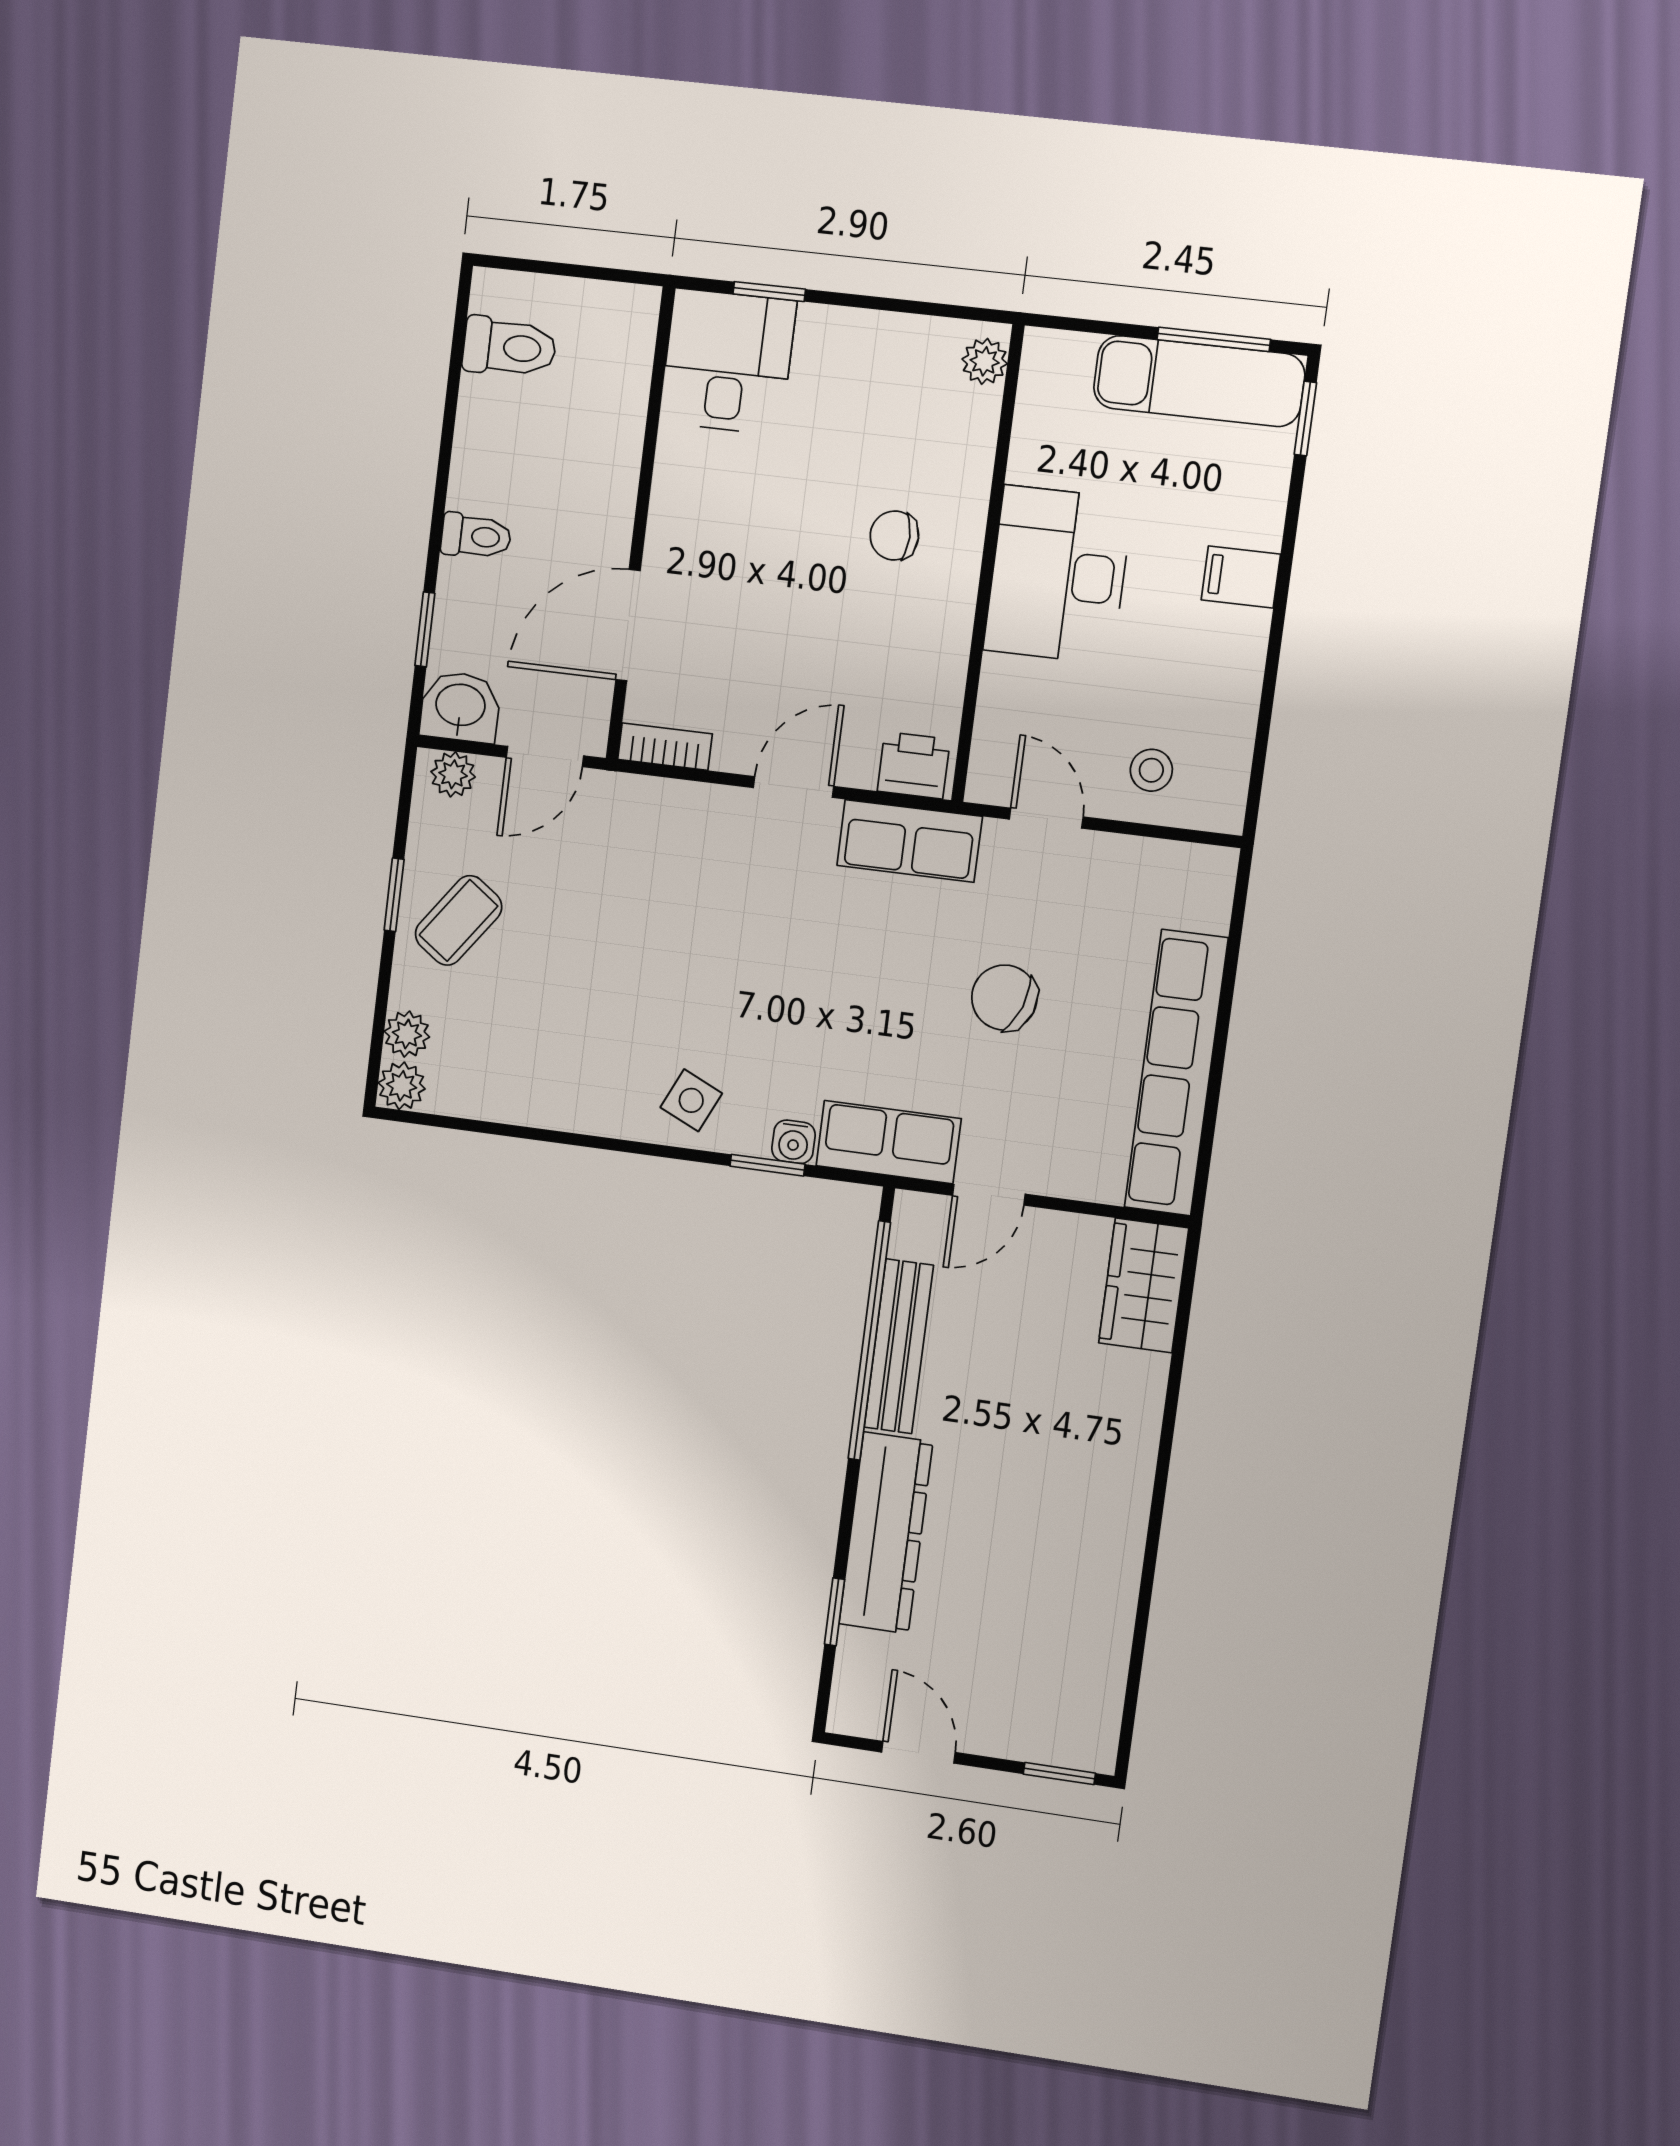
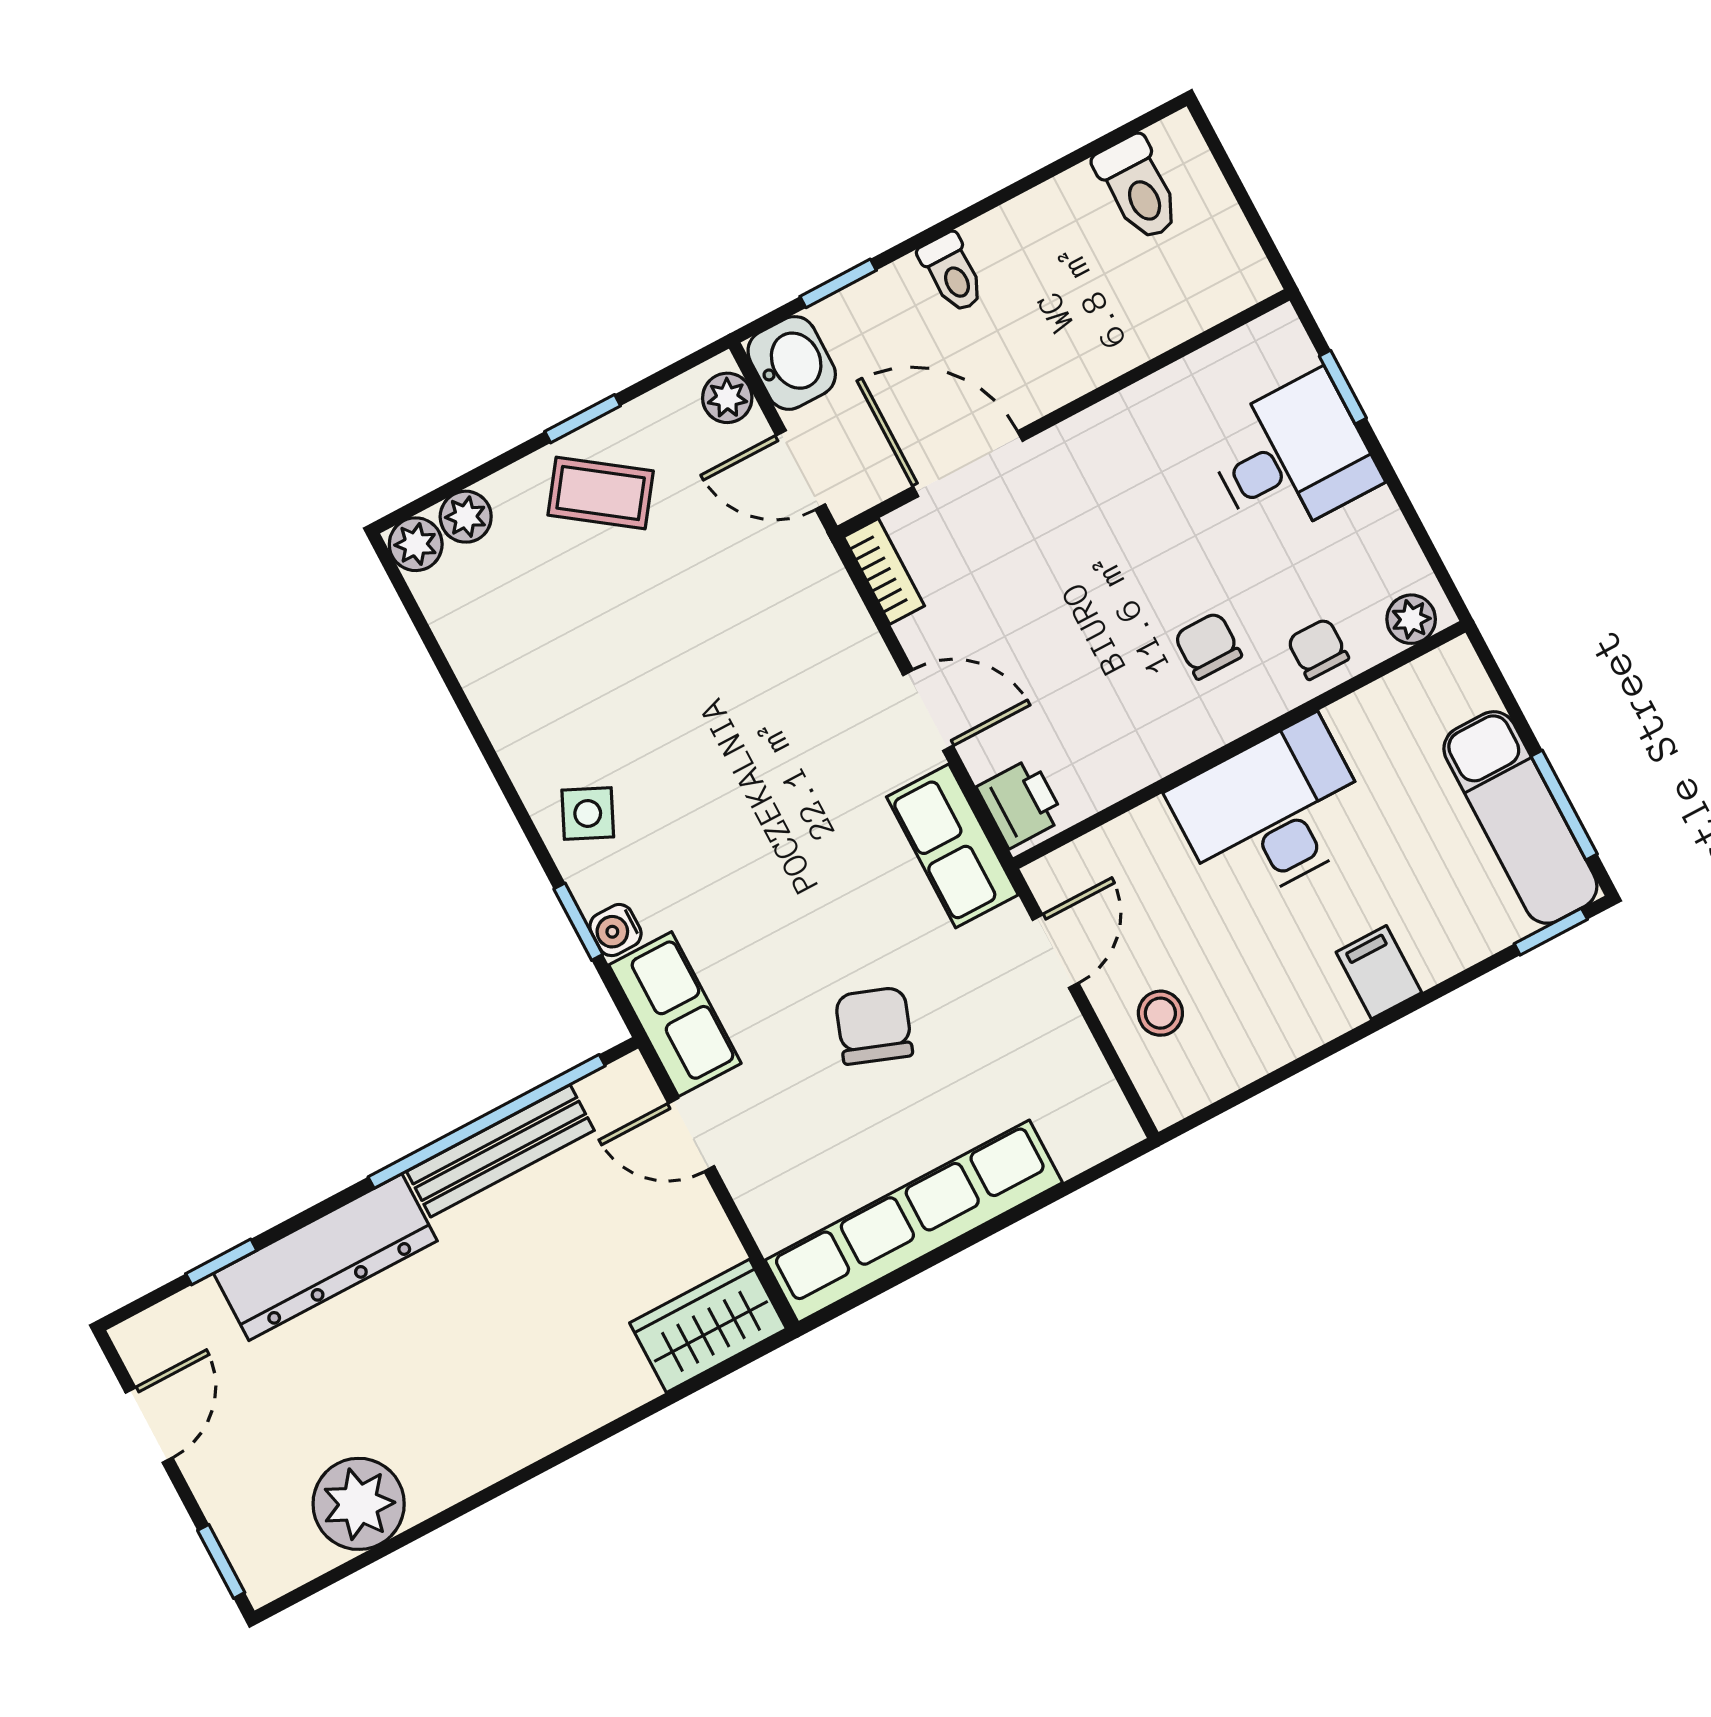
desk: (728, 362) -> (1292, 457), moved
chair: (957, 451) -> (1318, 649), added
plant: (1090, 1642) -> (359, 1504), added

